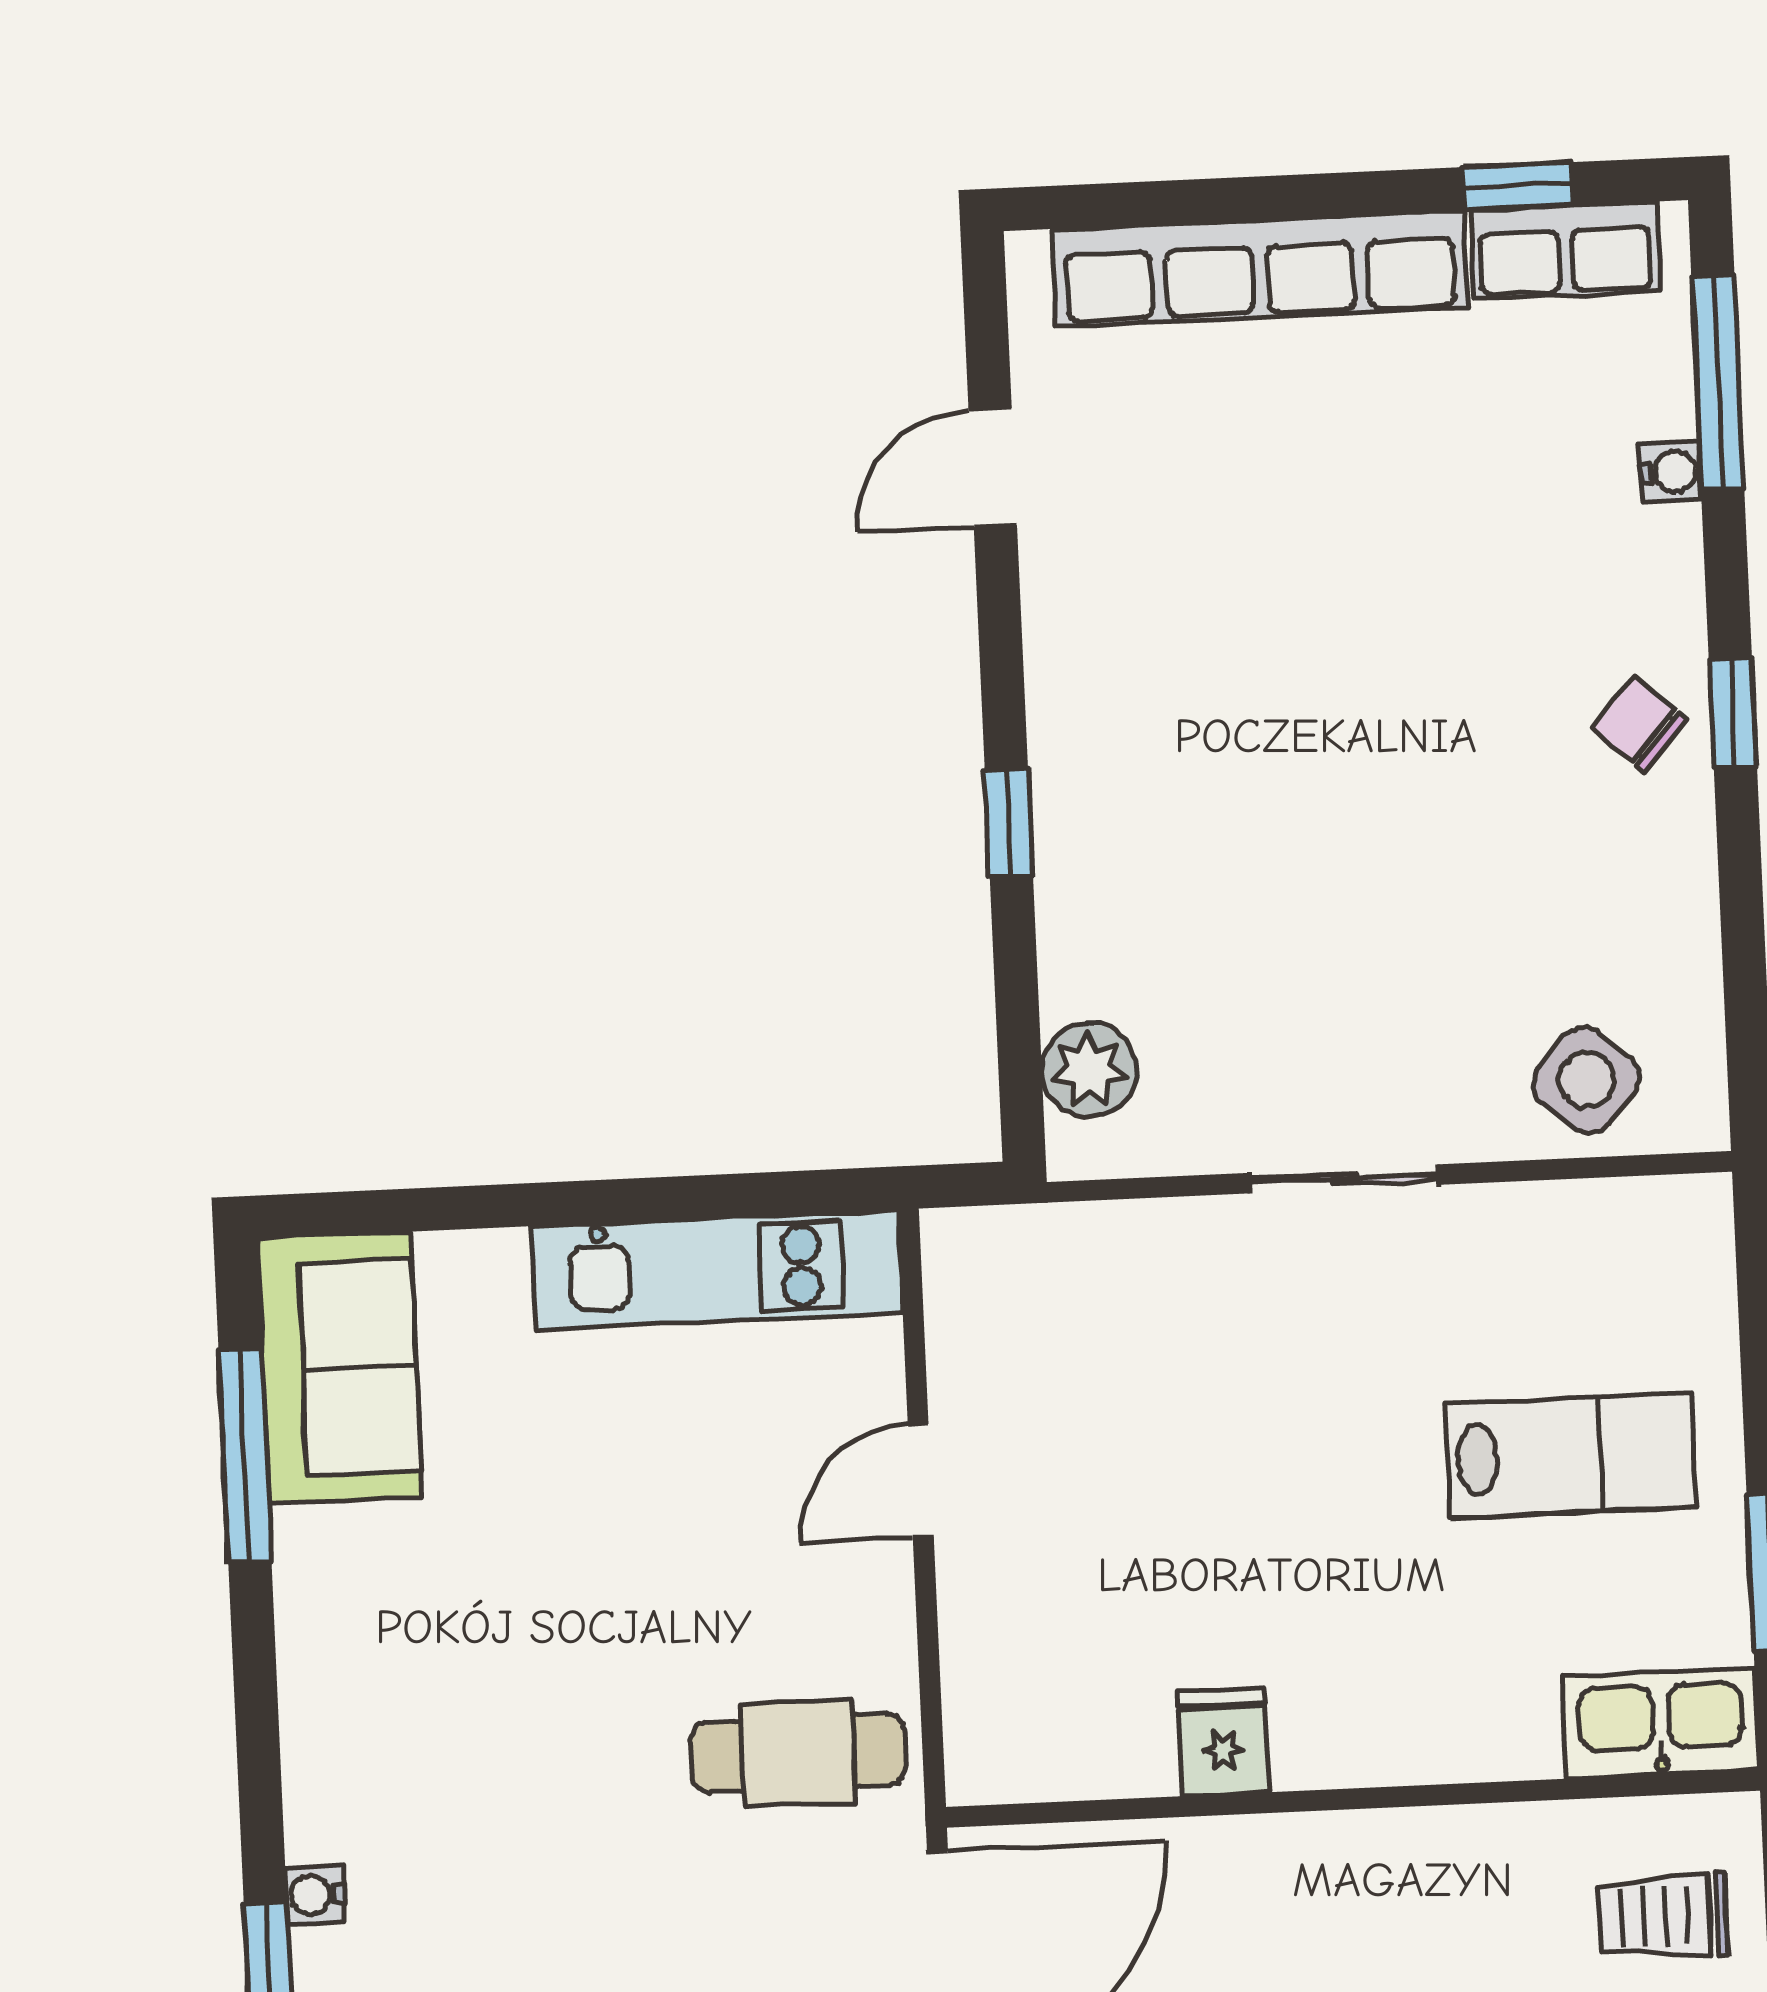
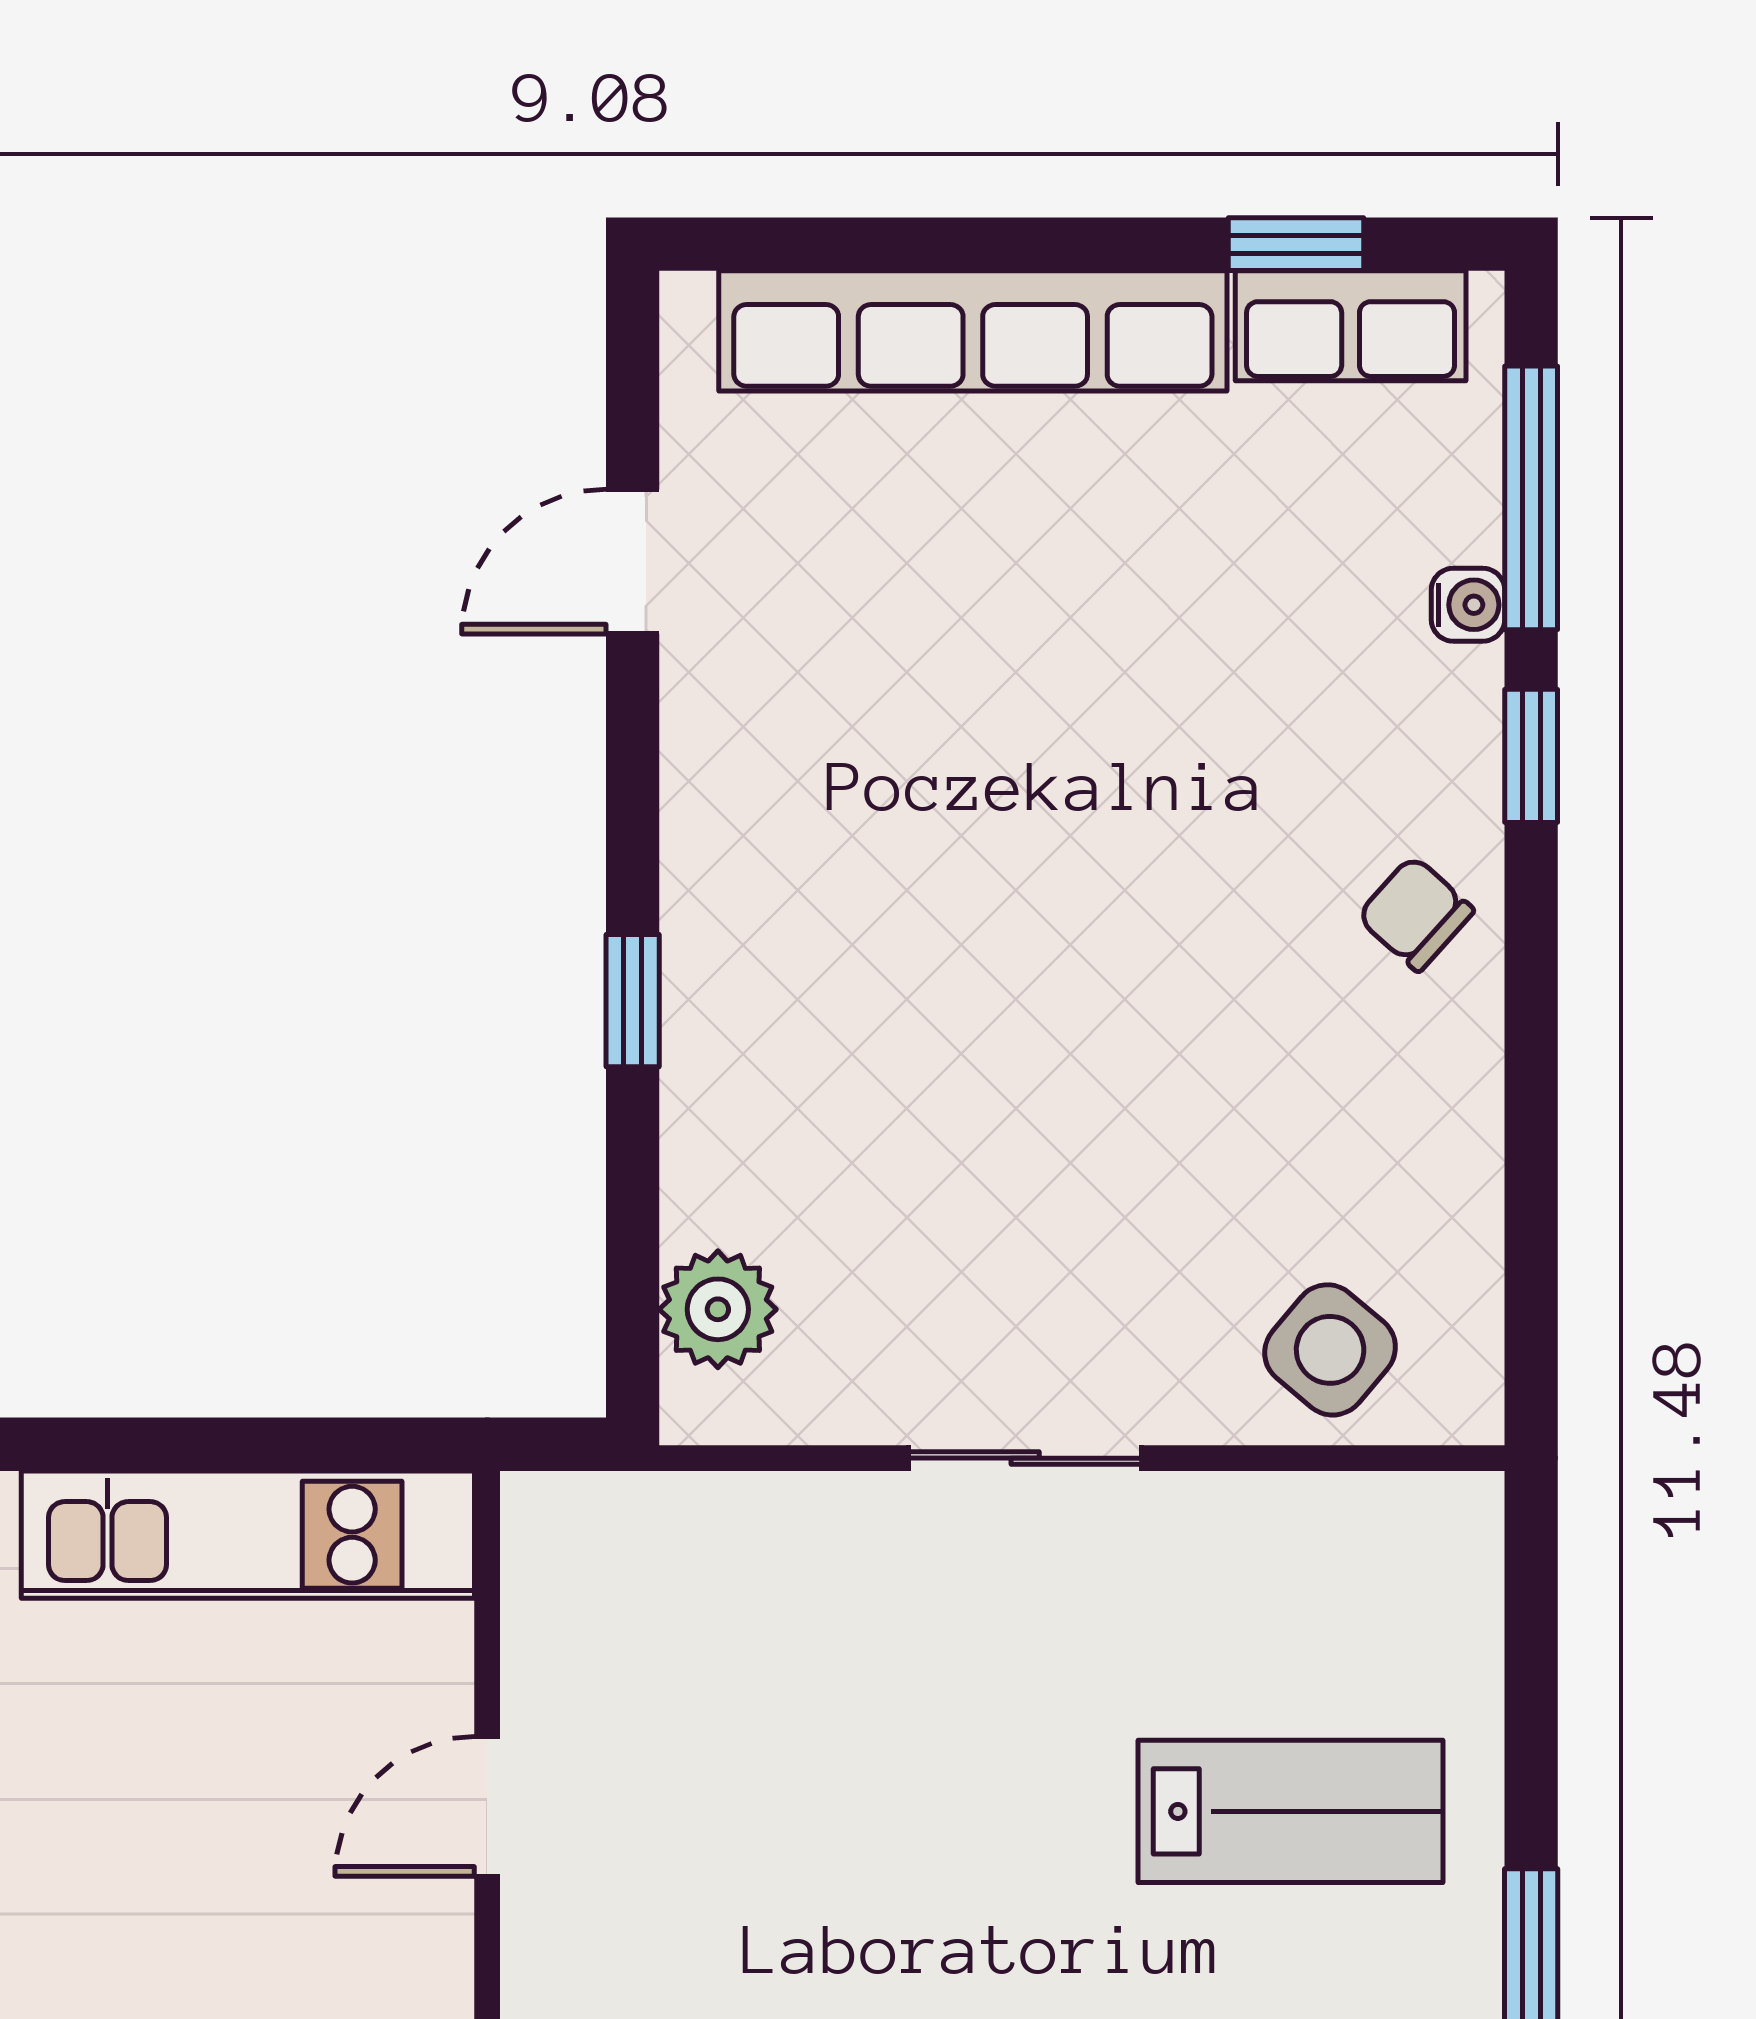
window: (1733, 713) -> (1531, 756), moved

